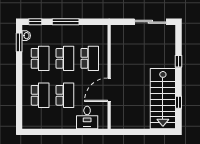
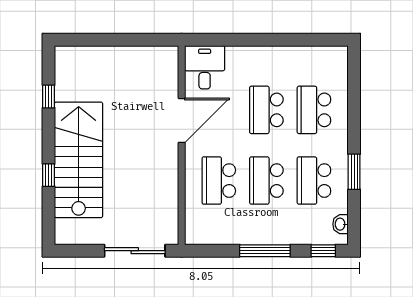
sliding door: (150, 22) -> (135, 251), moved
window: (19, 42) -> (354, 172), moved
stairs: (163, 99) -> (79, 160), moved
desk: (87, 117) -> (205, 67), moved

